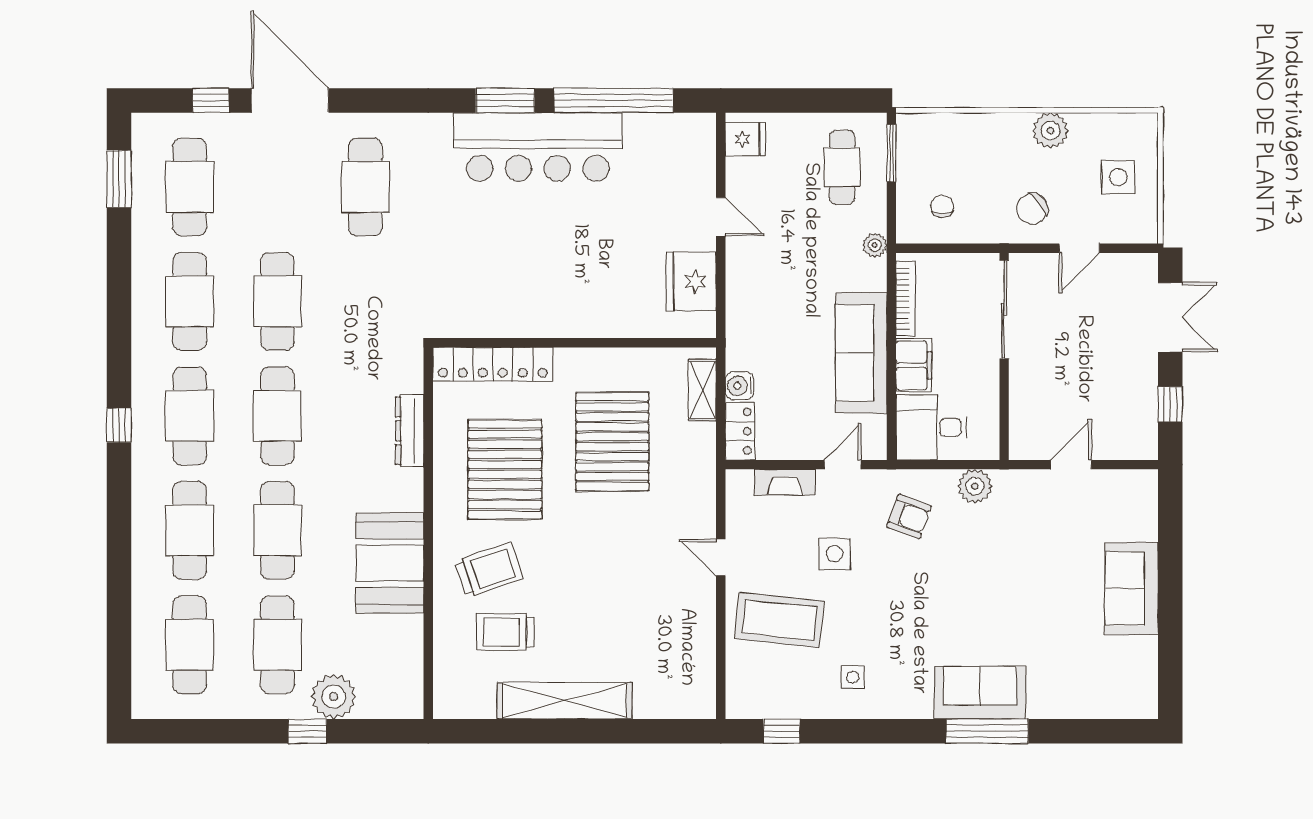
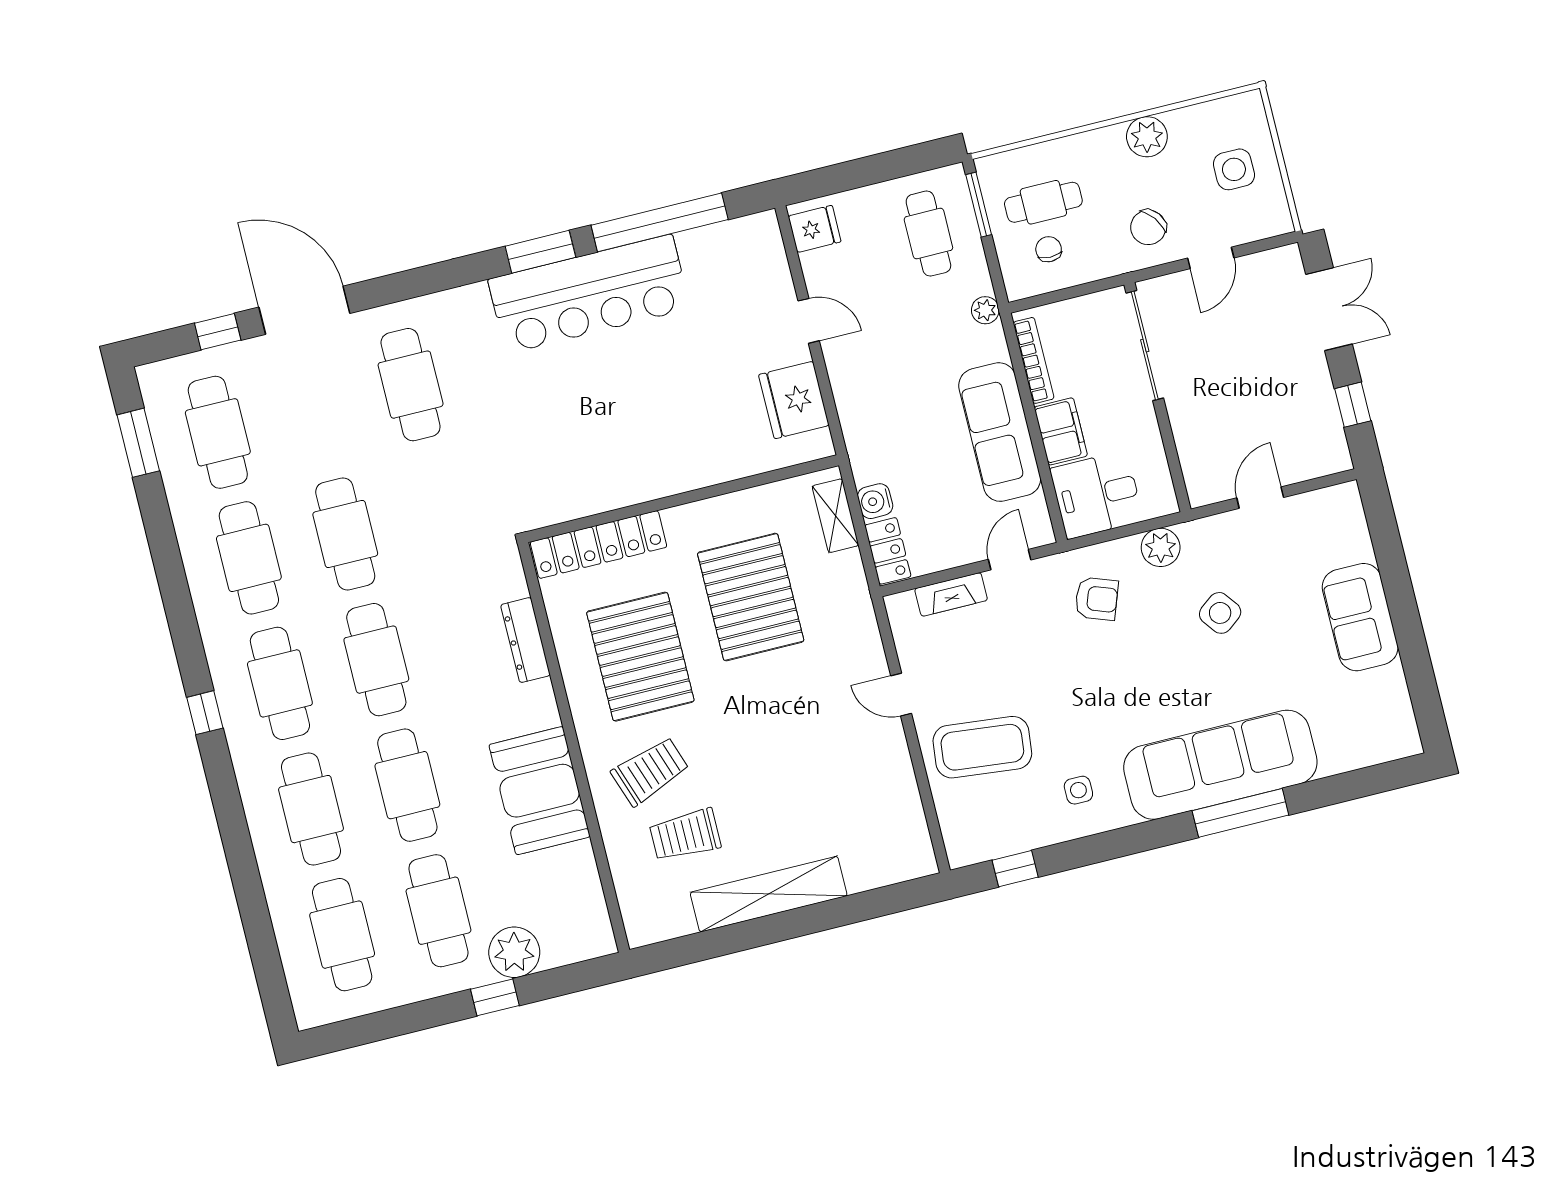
cafe table: (948, 165) -> (1043, 202), added
side table: (835, 554) -> (1220, 613), moved, turned -37
sofa: (980, 693) -> (1220, 765), width x1.85, depth x1.27

